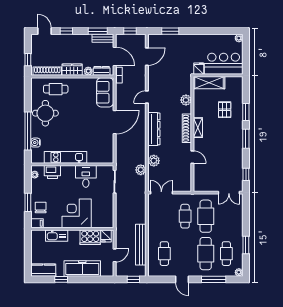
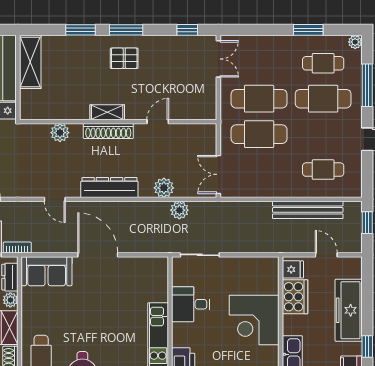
shelving: (209, 83) -> (30, 62), moved
pallet: (225, 110) -> (124, 58), moved
cafe table: (185, 216) -> (259, 134), width x1.37, depth x1.35

